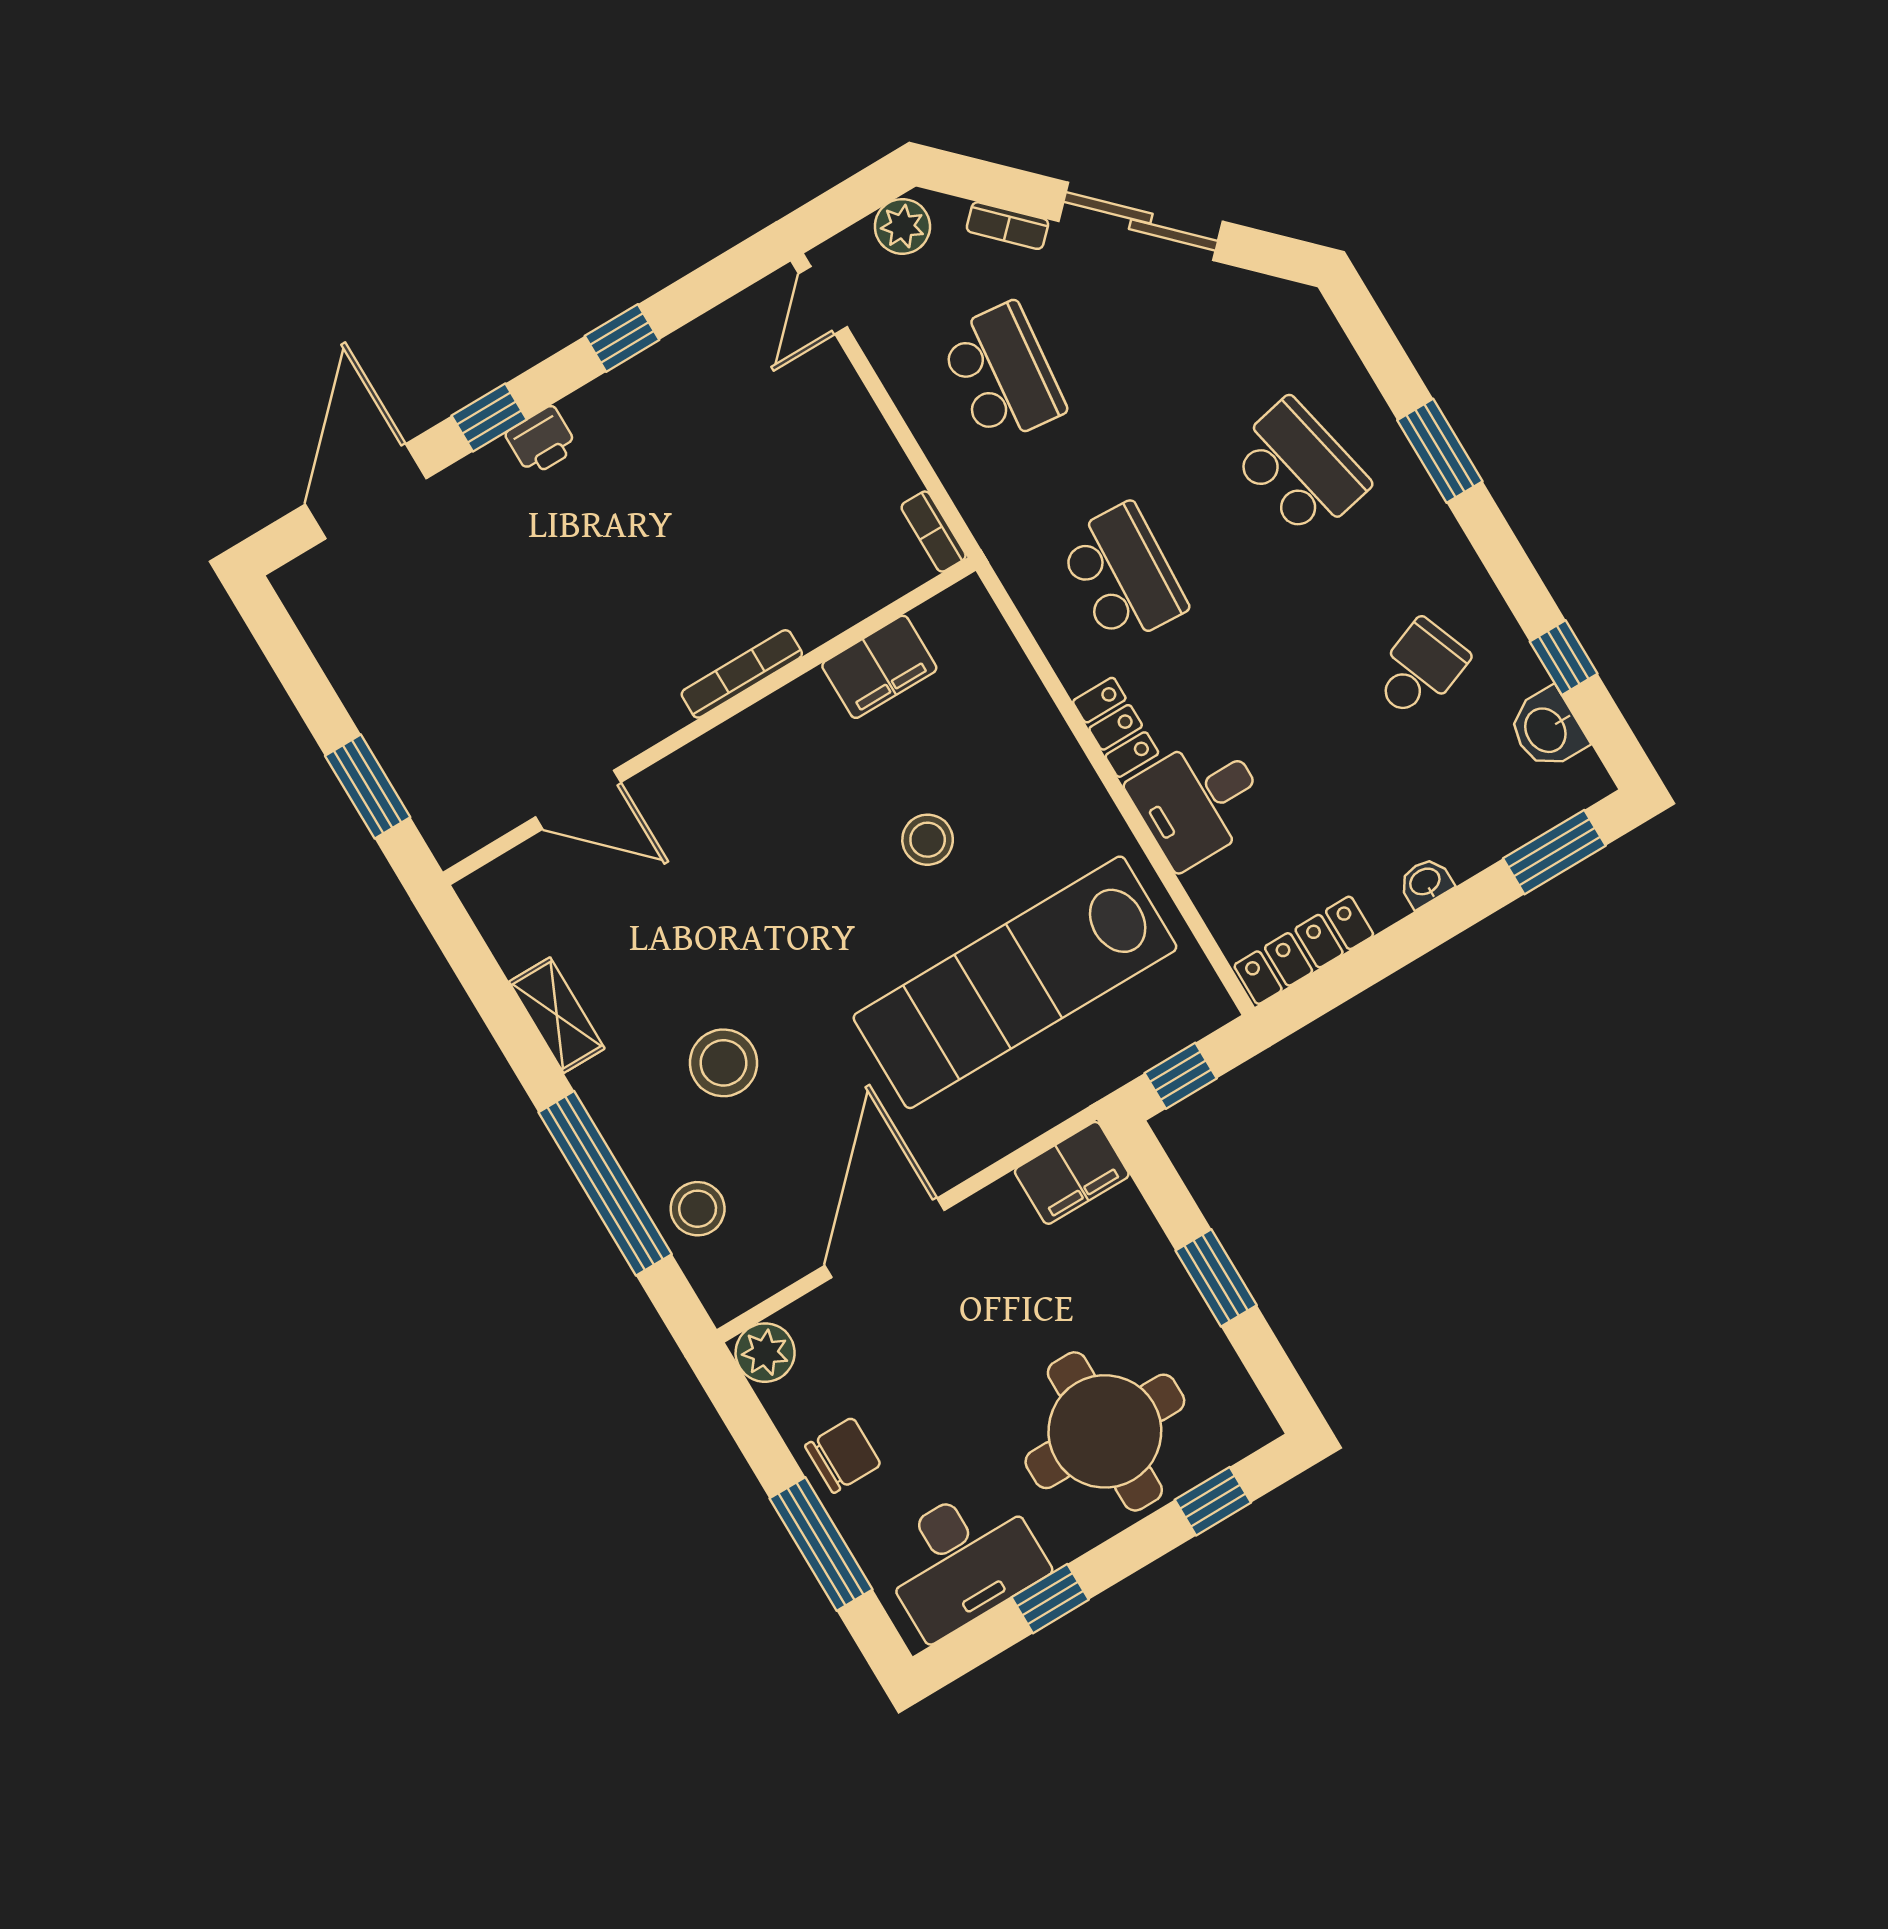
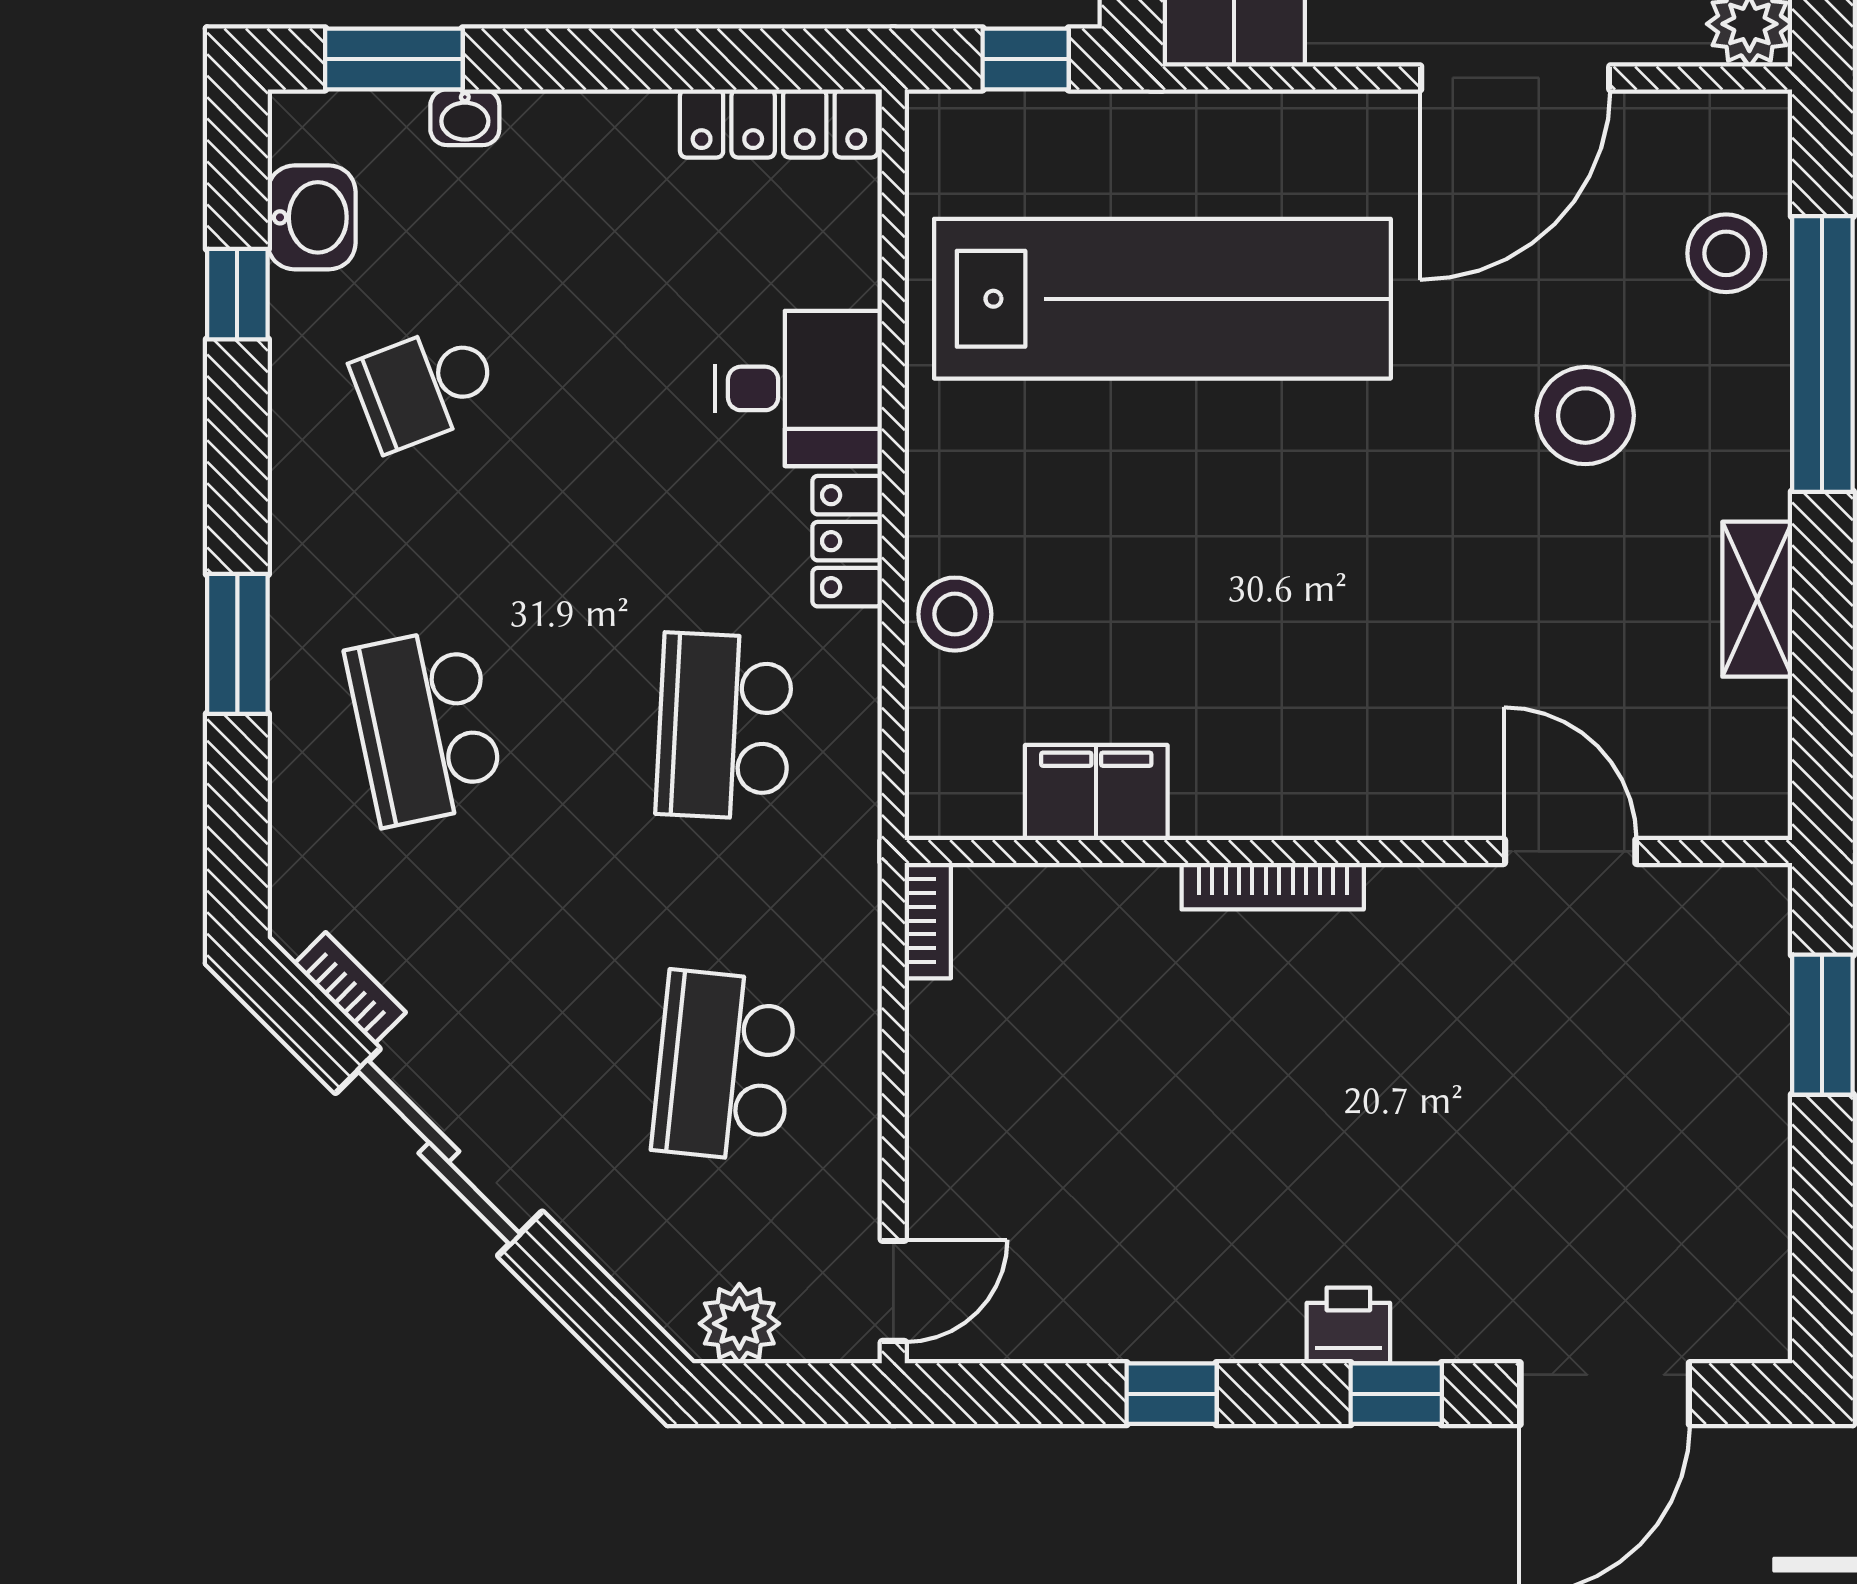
bookcase: (1007, 226) -> (350, 988), moved
stool: (928, 840) -> (955, 614), moved
washbasin: (1425, 882) -> (465, 117), moved

